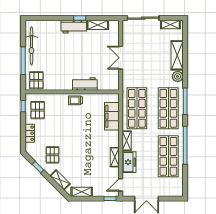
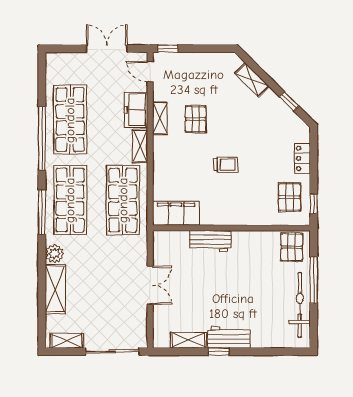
trolley: (76, 100) -> (226, 165), moved
filing cabinet: (112, 116) -> (176, 213), moved, turned -90
pallet: (52, 155) -> (196, 119), moved
door: (121, 185) -> (150, 72), swing flipped
shelving: (82, 192) -> (215, 60), removed

